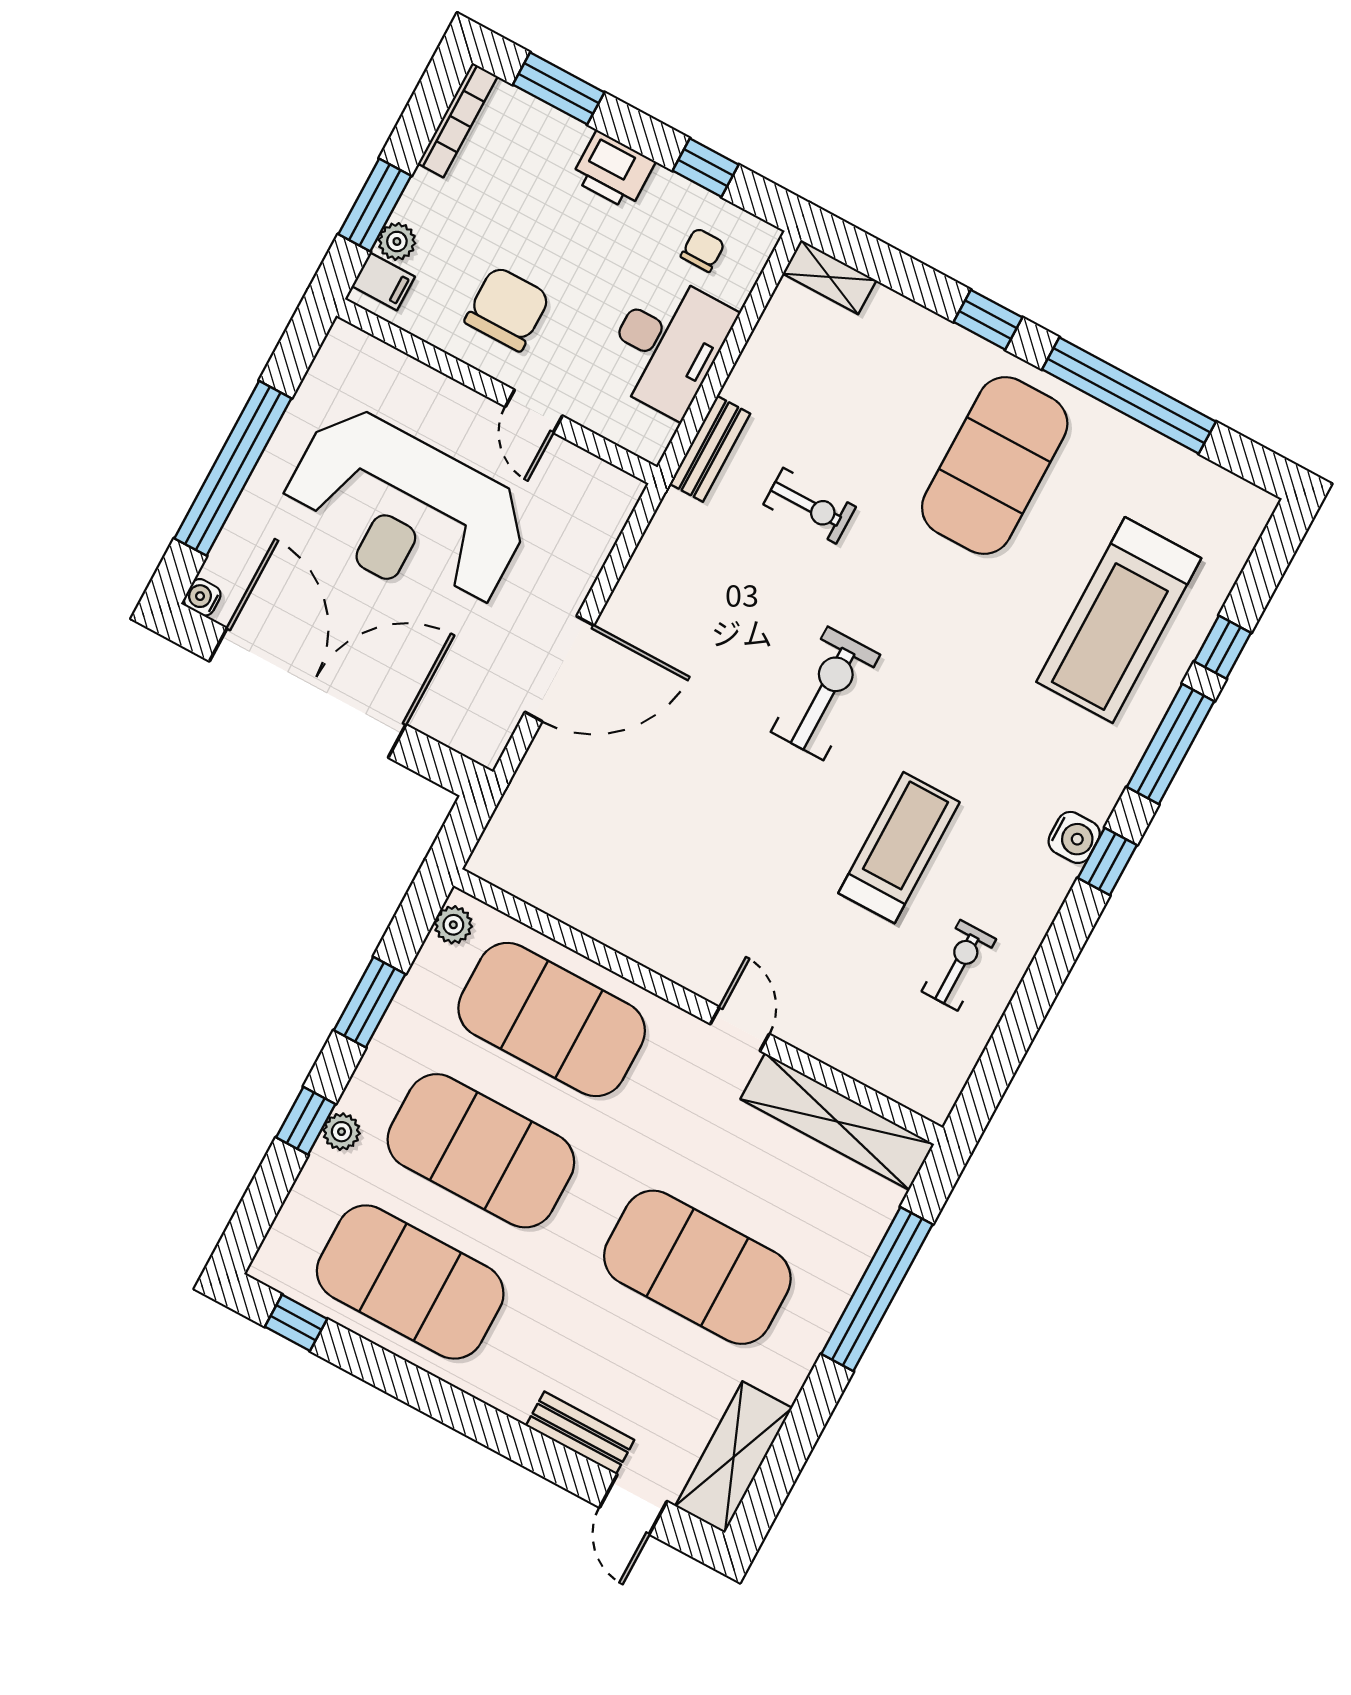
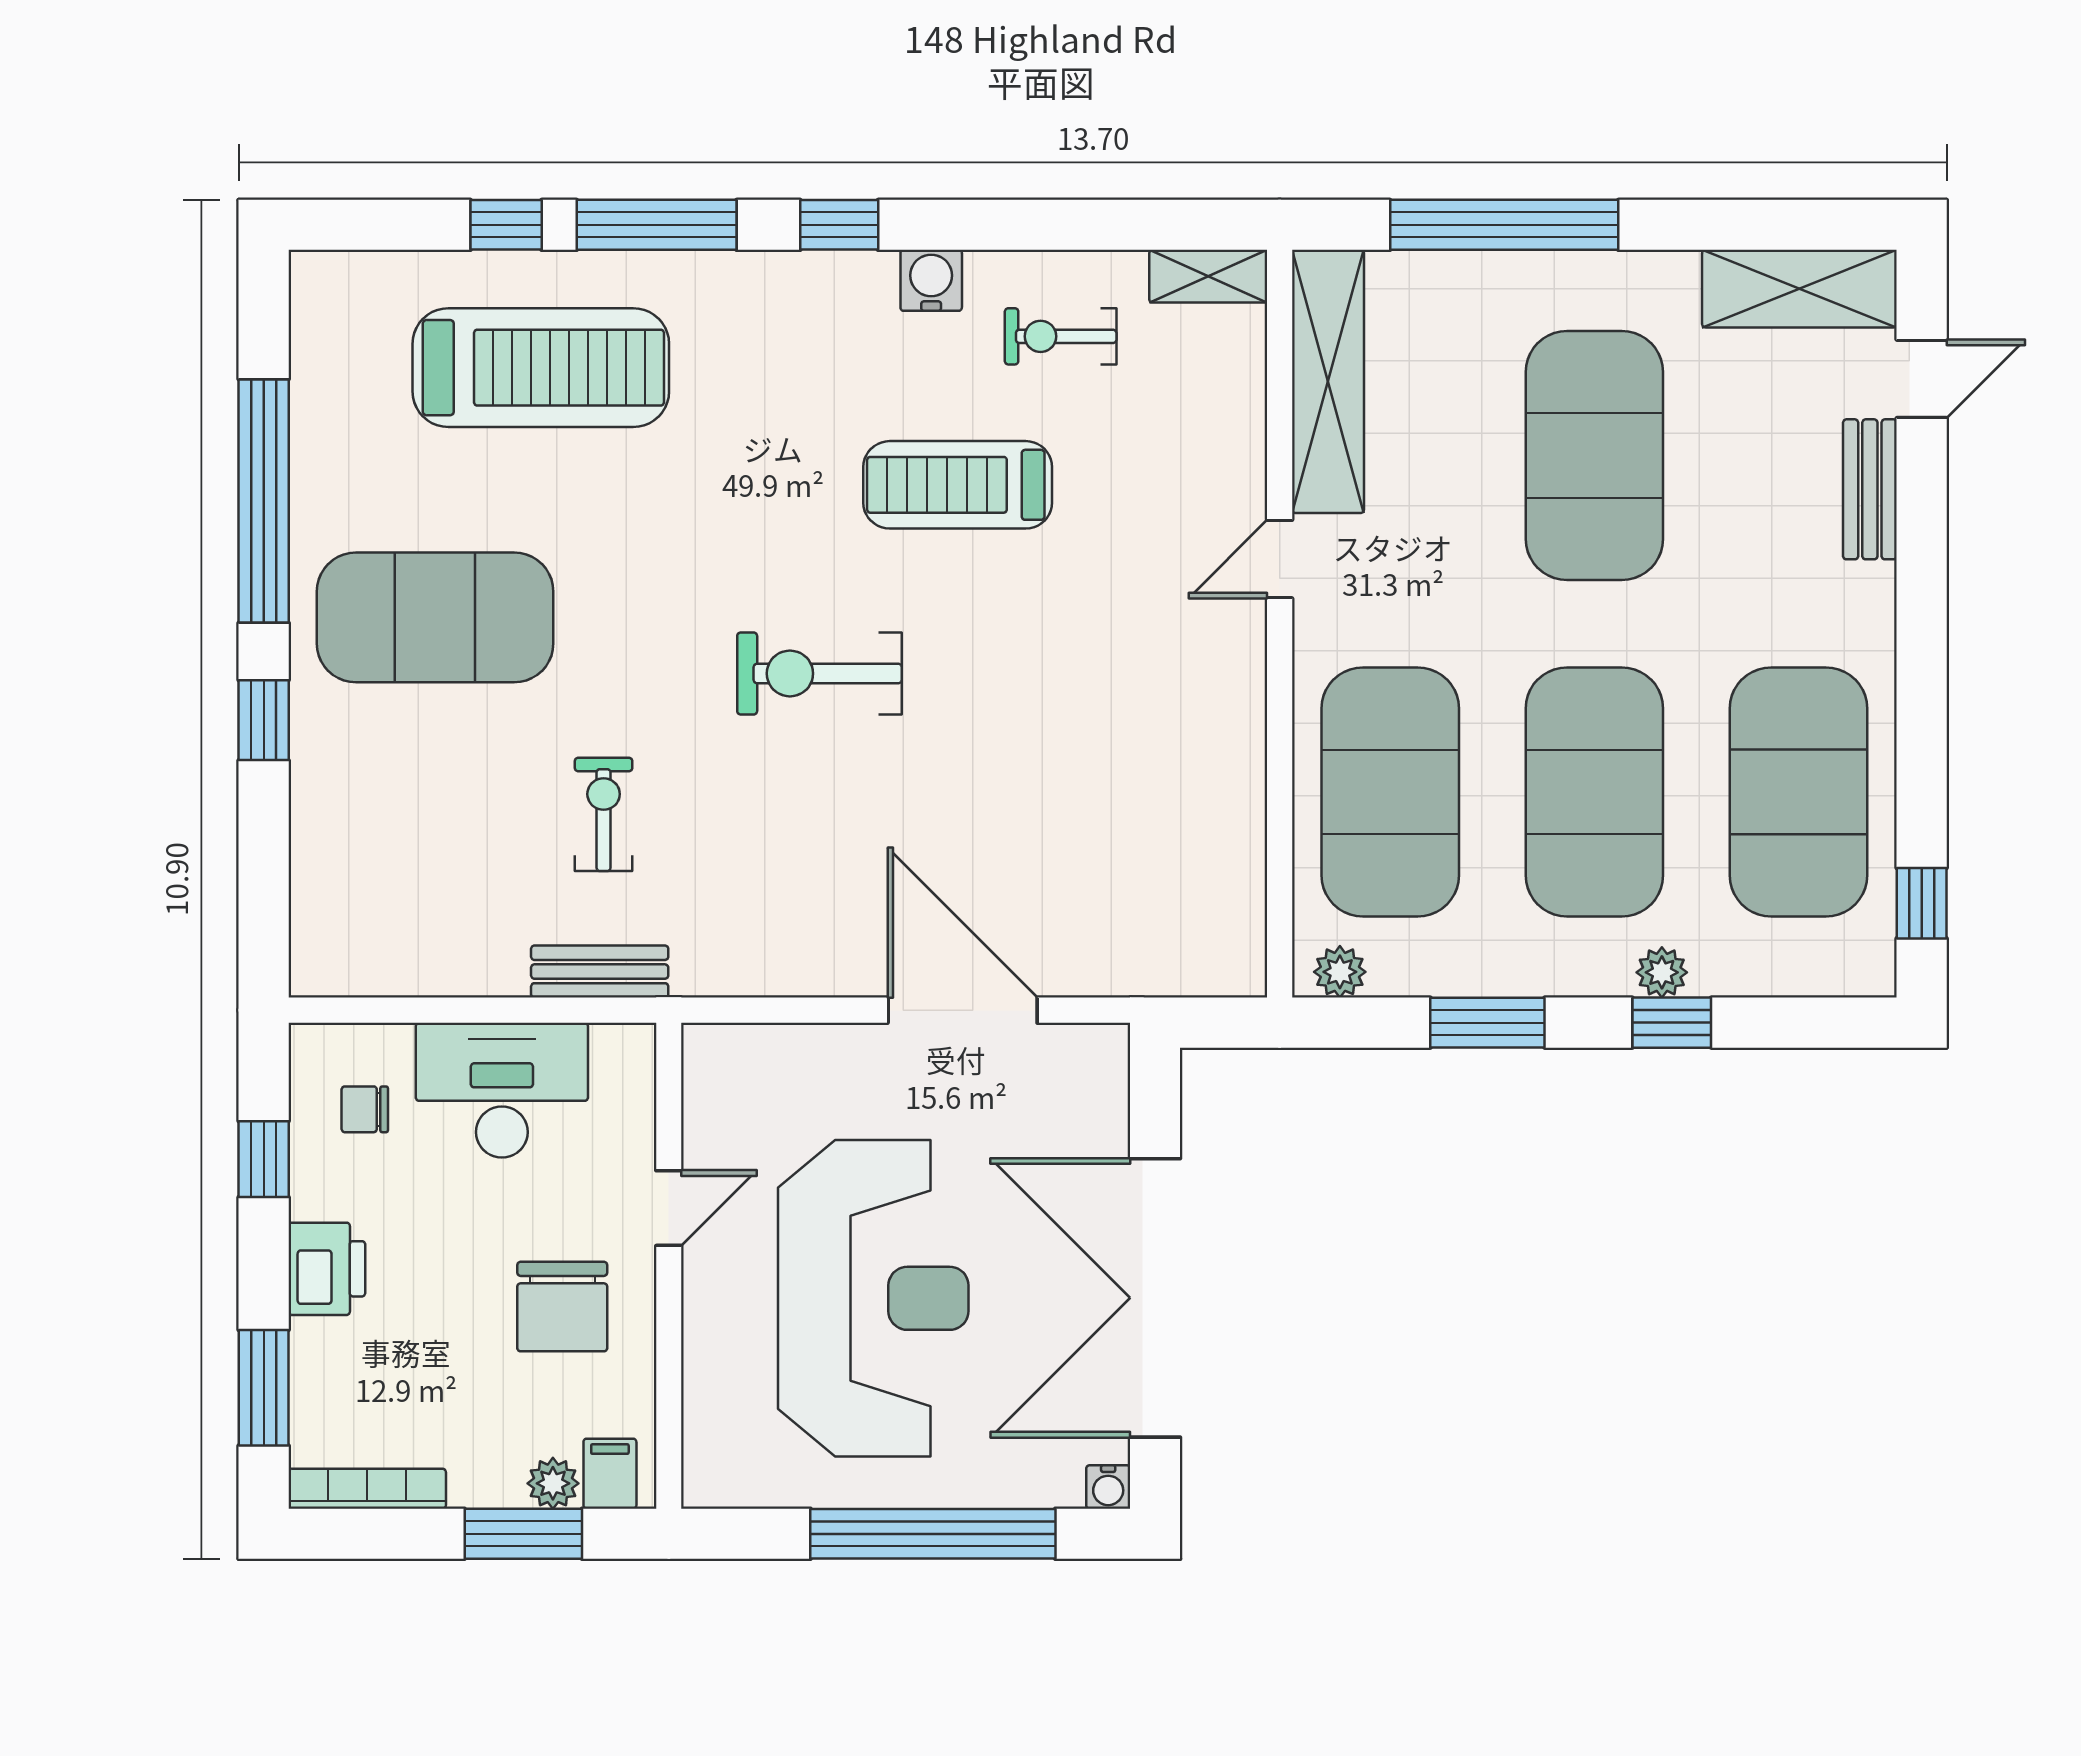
shelving: (830, 277) -> (1208, 276), moved, turned 90
chair: (507, 309) -> (562, 1307), turned -90
water cooler: (1074, 837) -> (931, 280), moved

